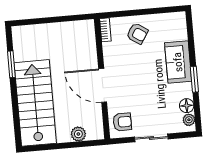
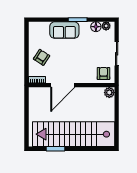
door: (103, 85) -> (63, 85), moved
stairs: (35, 103) -> (74, 134), width x1.36
plant: (78, 134) -> (109, 93), moved

